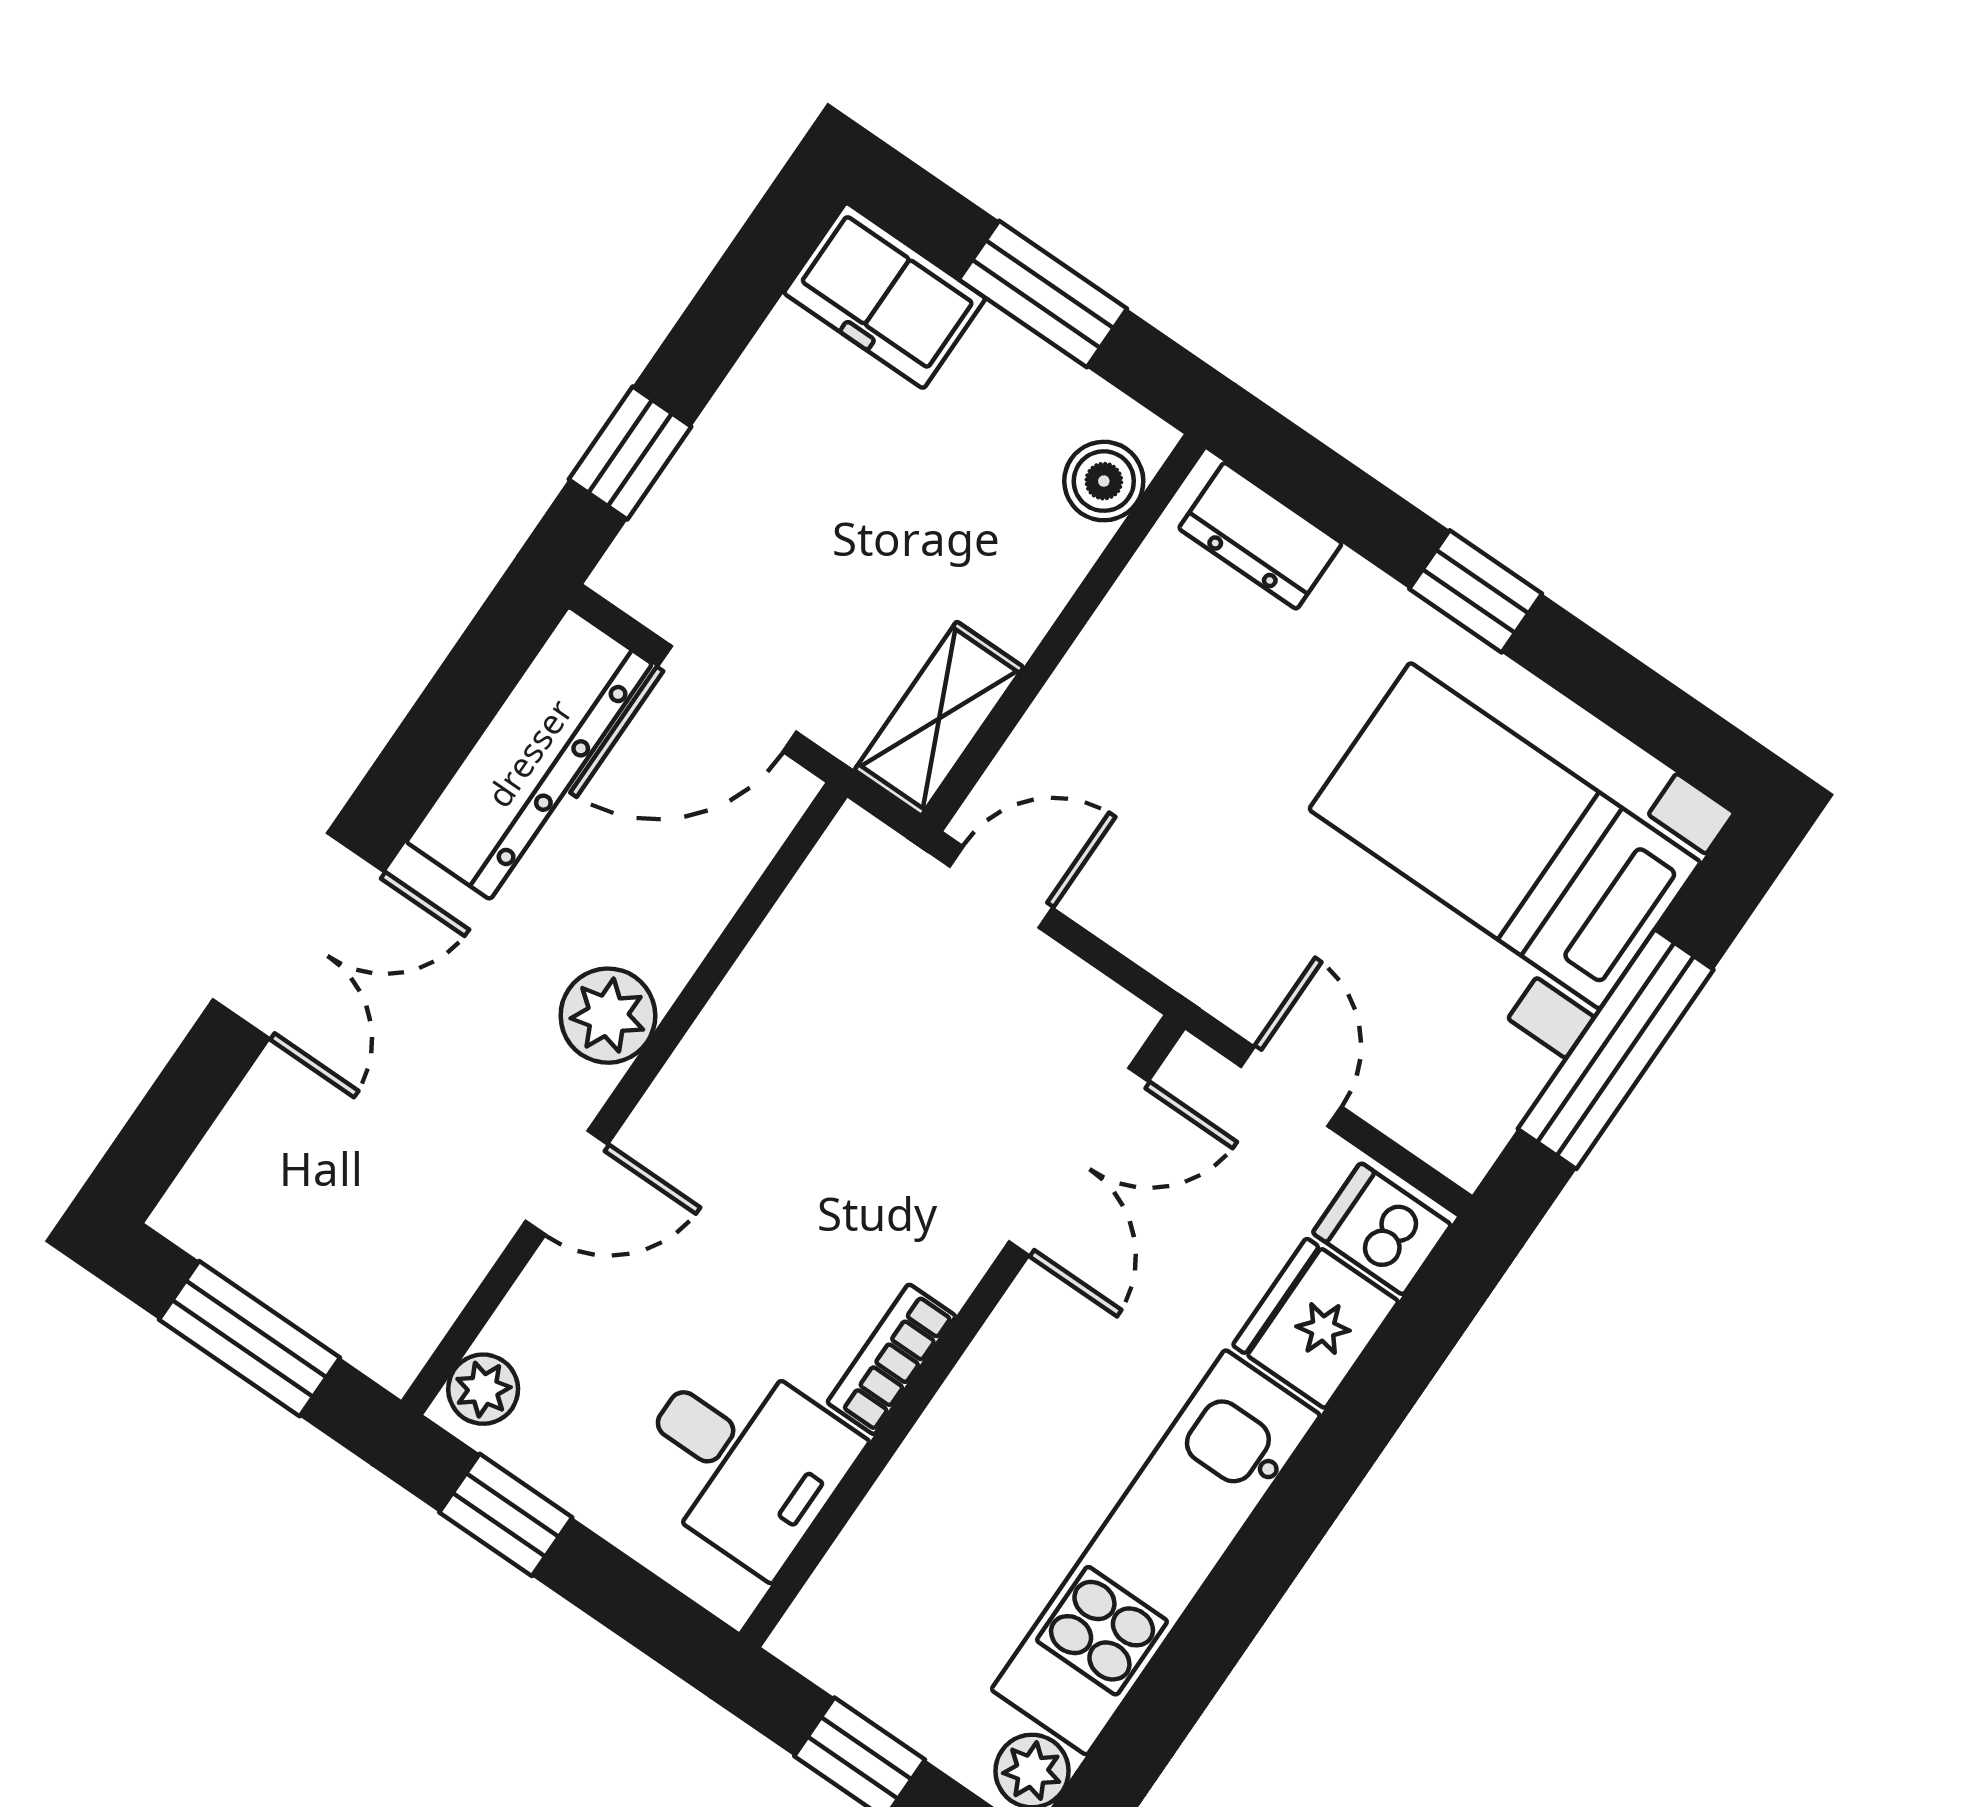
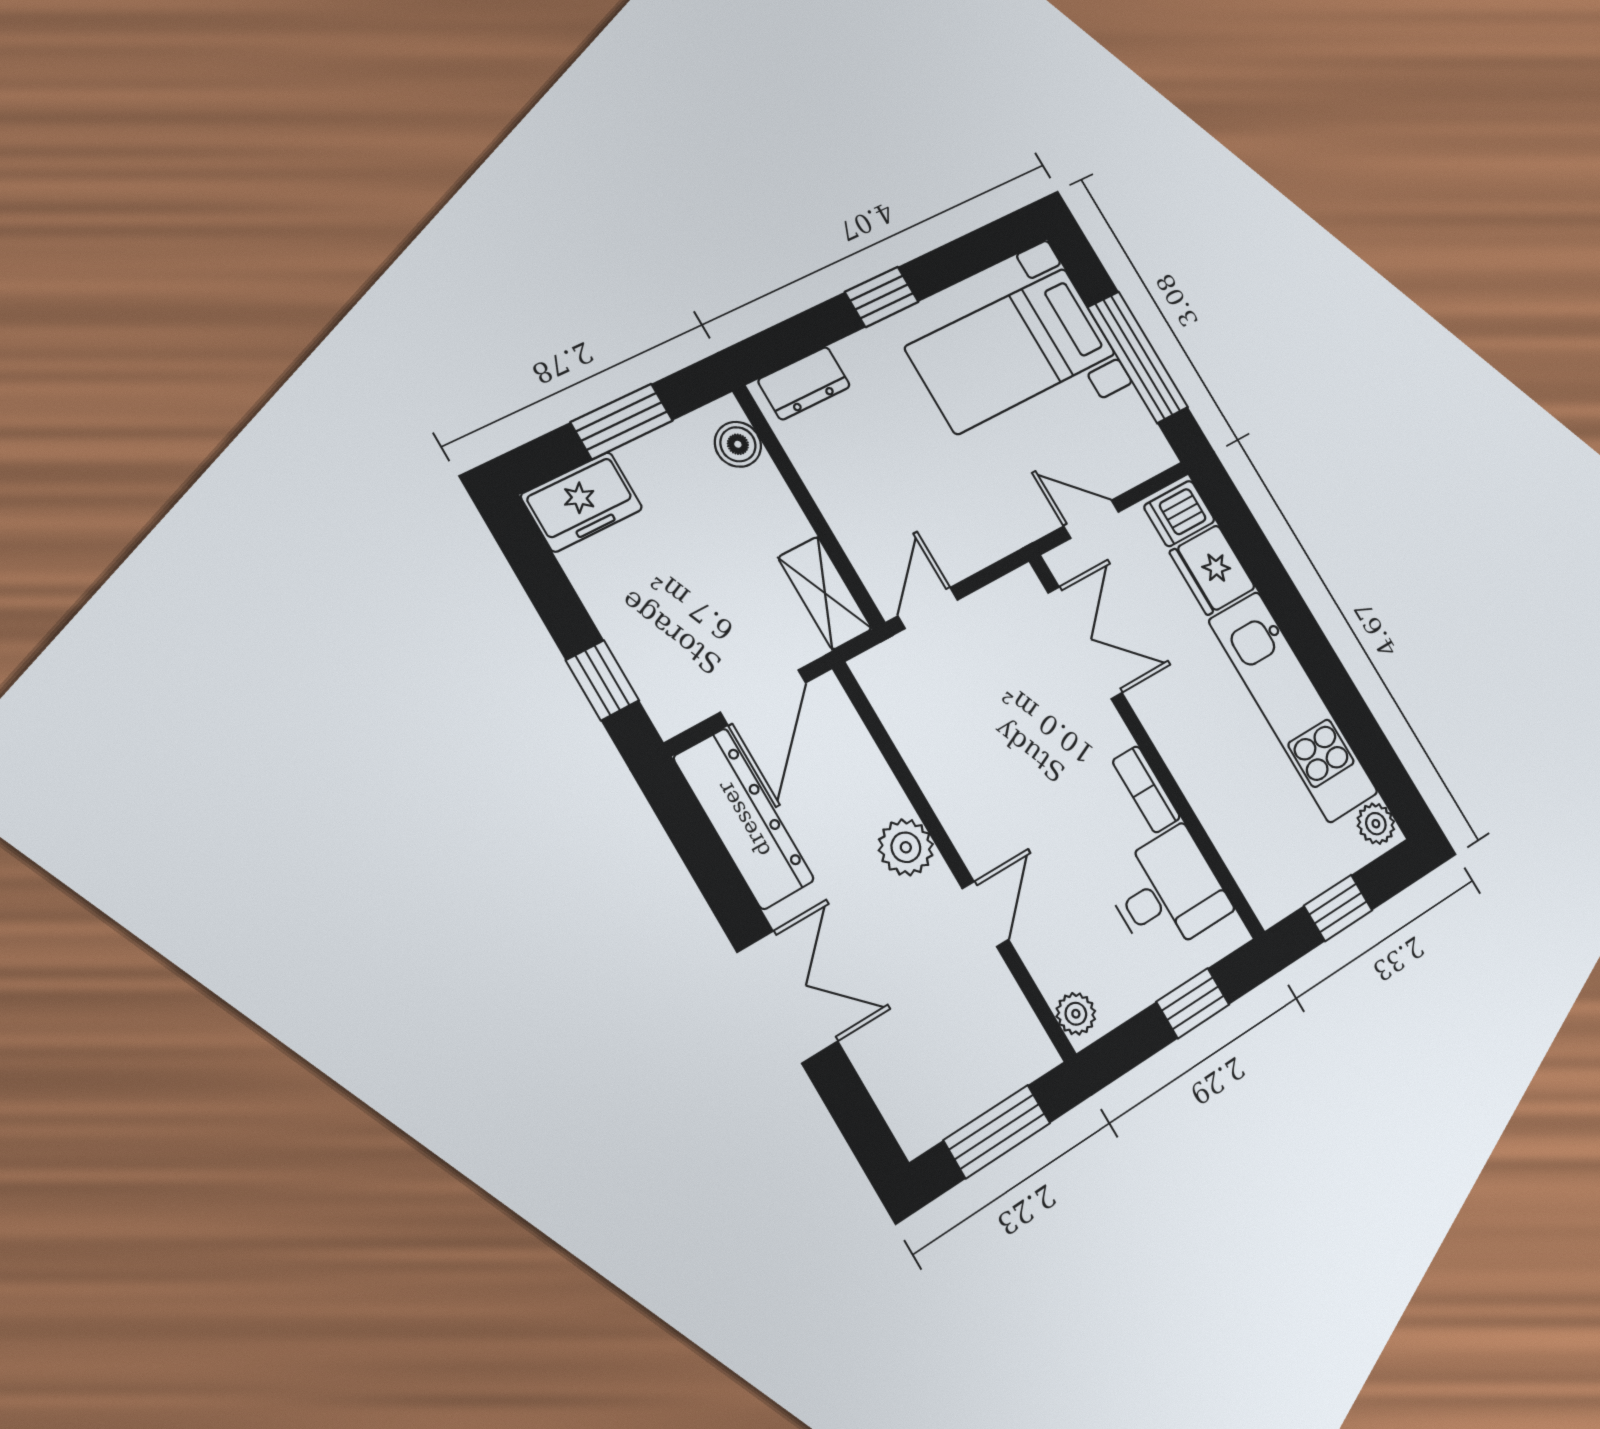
window: (506, 1515) -> (1193, 1003), moved

